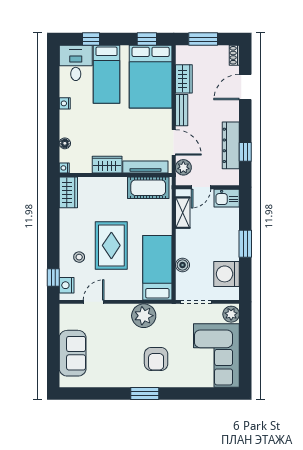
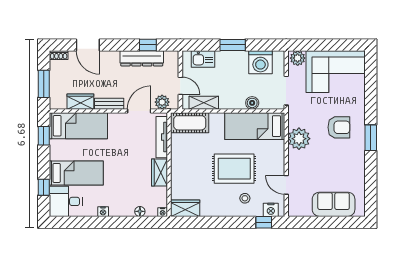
bed: (151, 77) -> (78, 126), width x0.67
cot: (148, 188) -> (190, 123), moved, turned 90
kitchen sink: (227, 198) -> (203, 59), moved, turned 90

